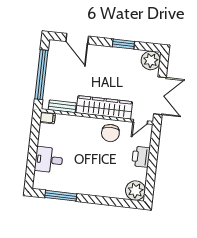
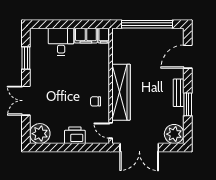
bench: (62, 106) -> (179, 93), moved
chair: (110, 133) -> (96, 101), width x0.54, depth x0.54
filing cabinet: (46, 135) -> (86, 36), added
window: (61, 196) -> (26, 58), width x0.69
double door: (102, 200) -> (26, 101), added

